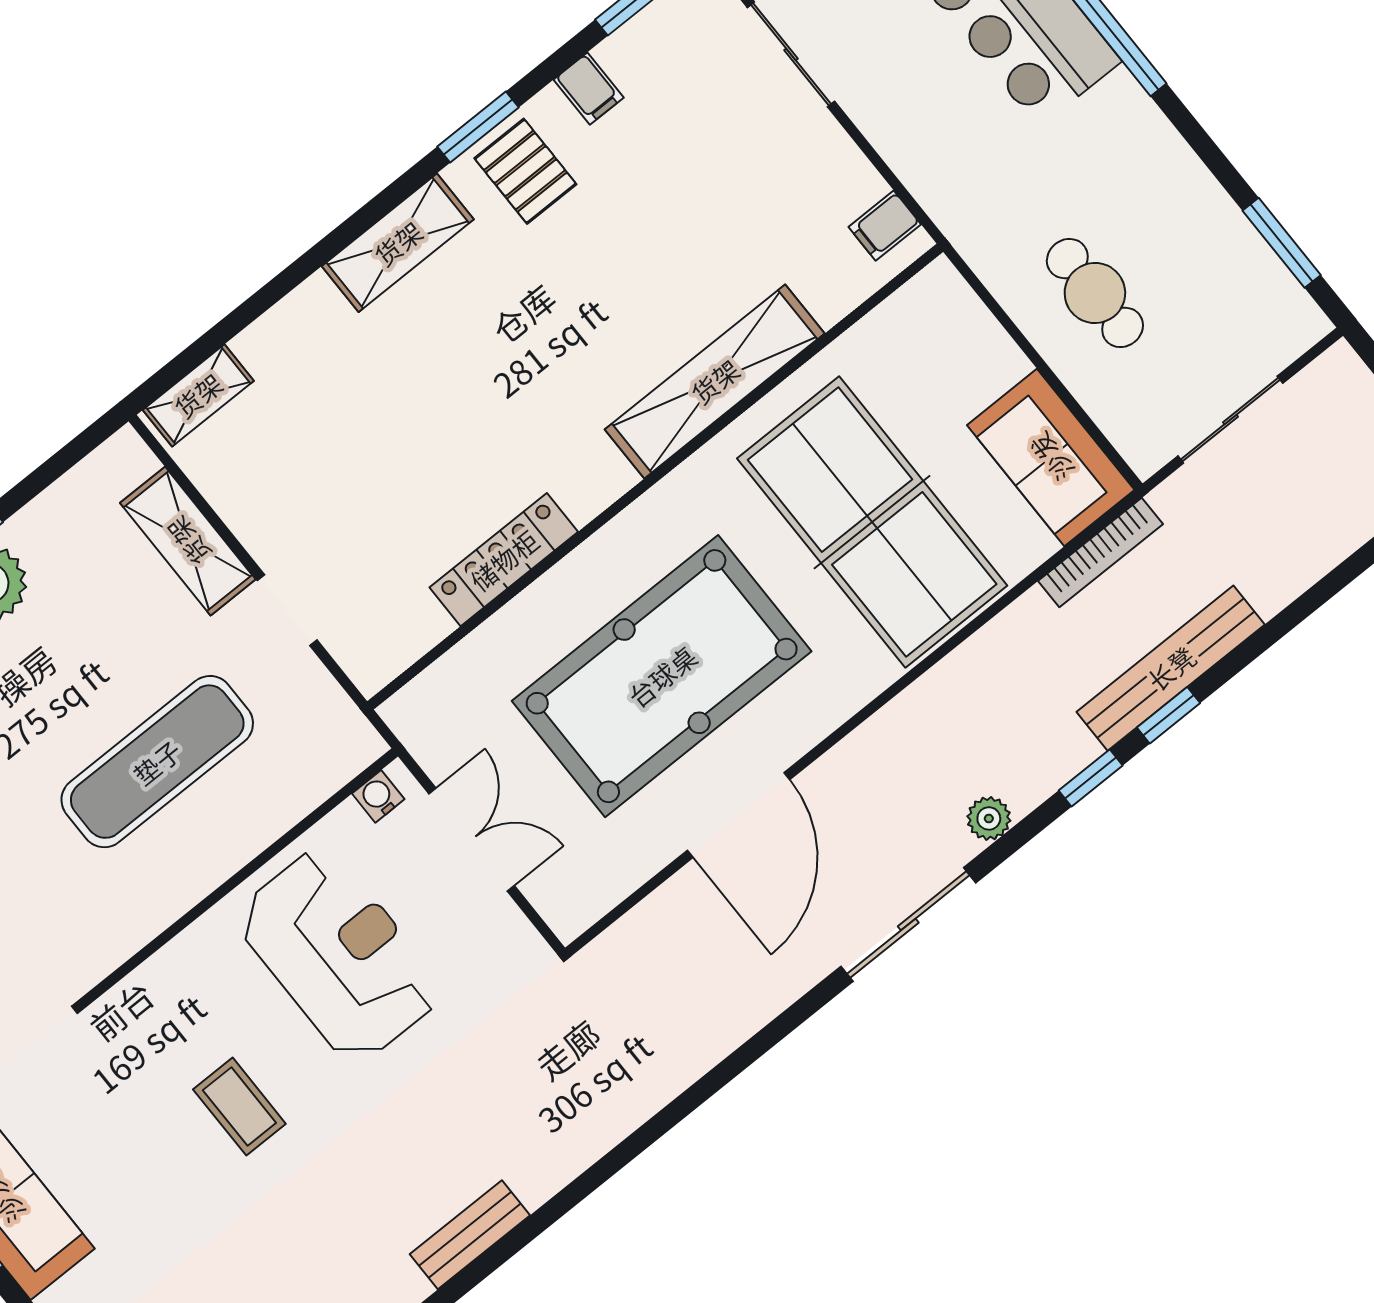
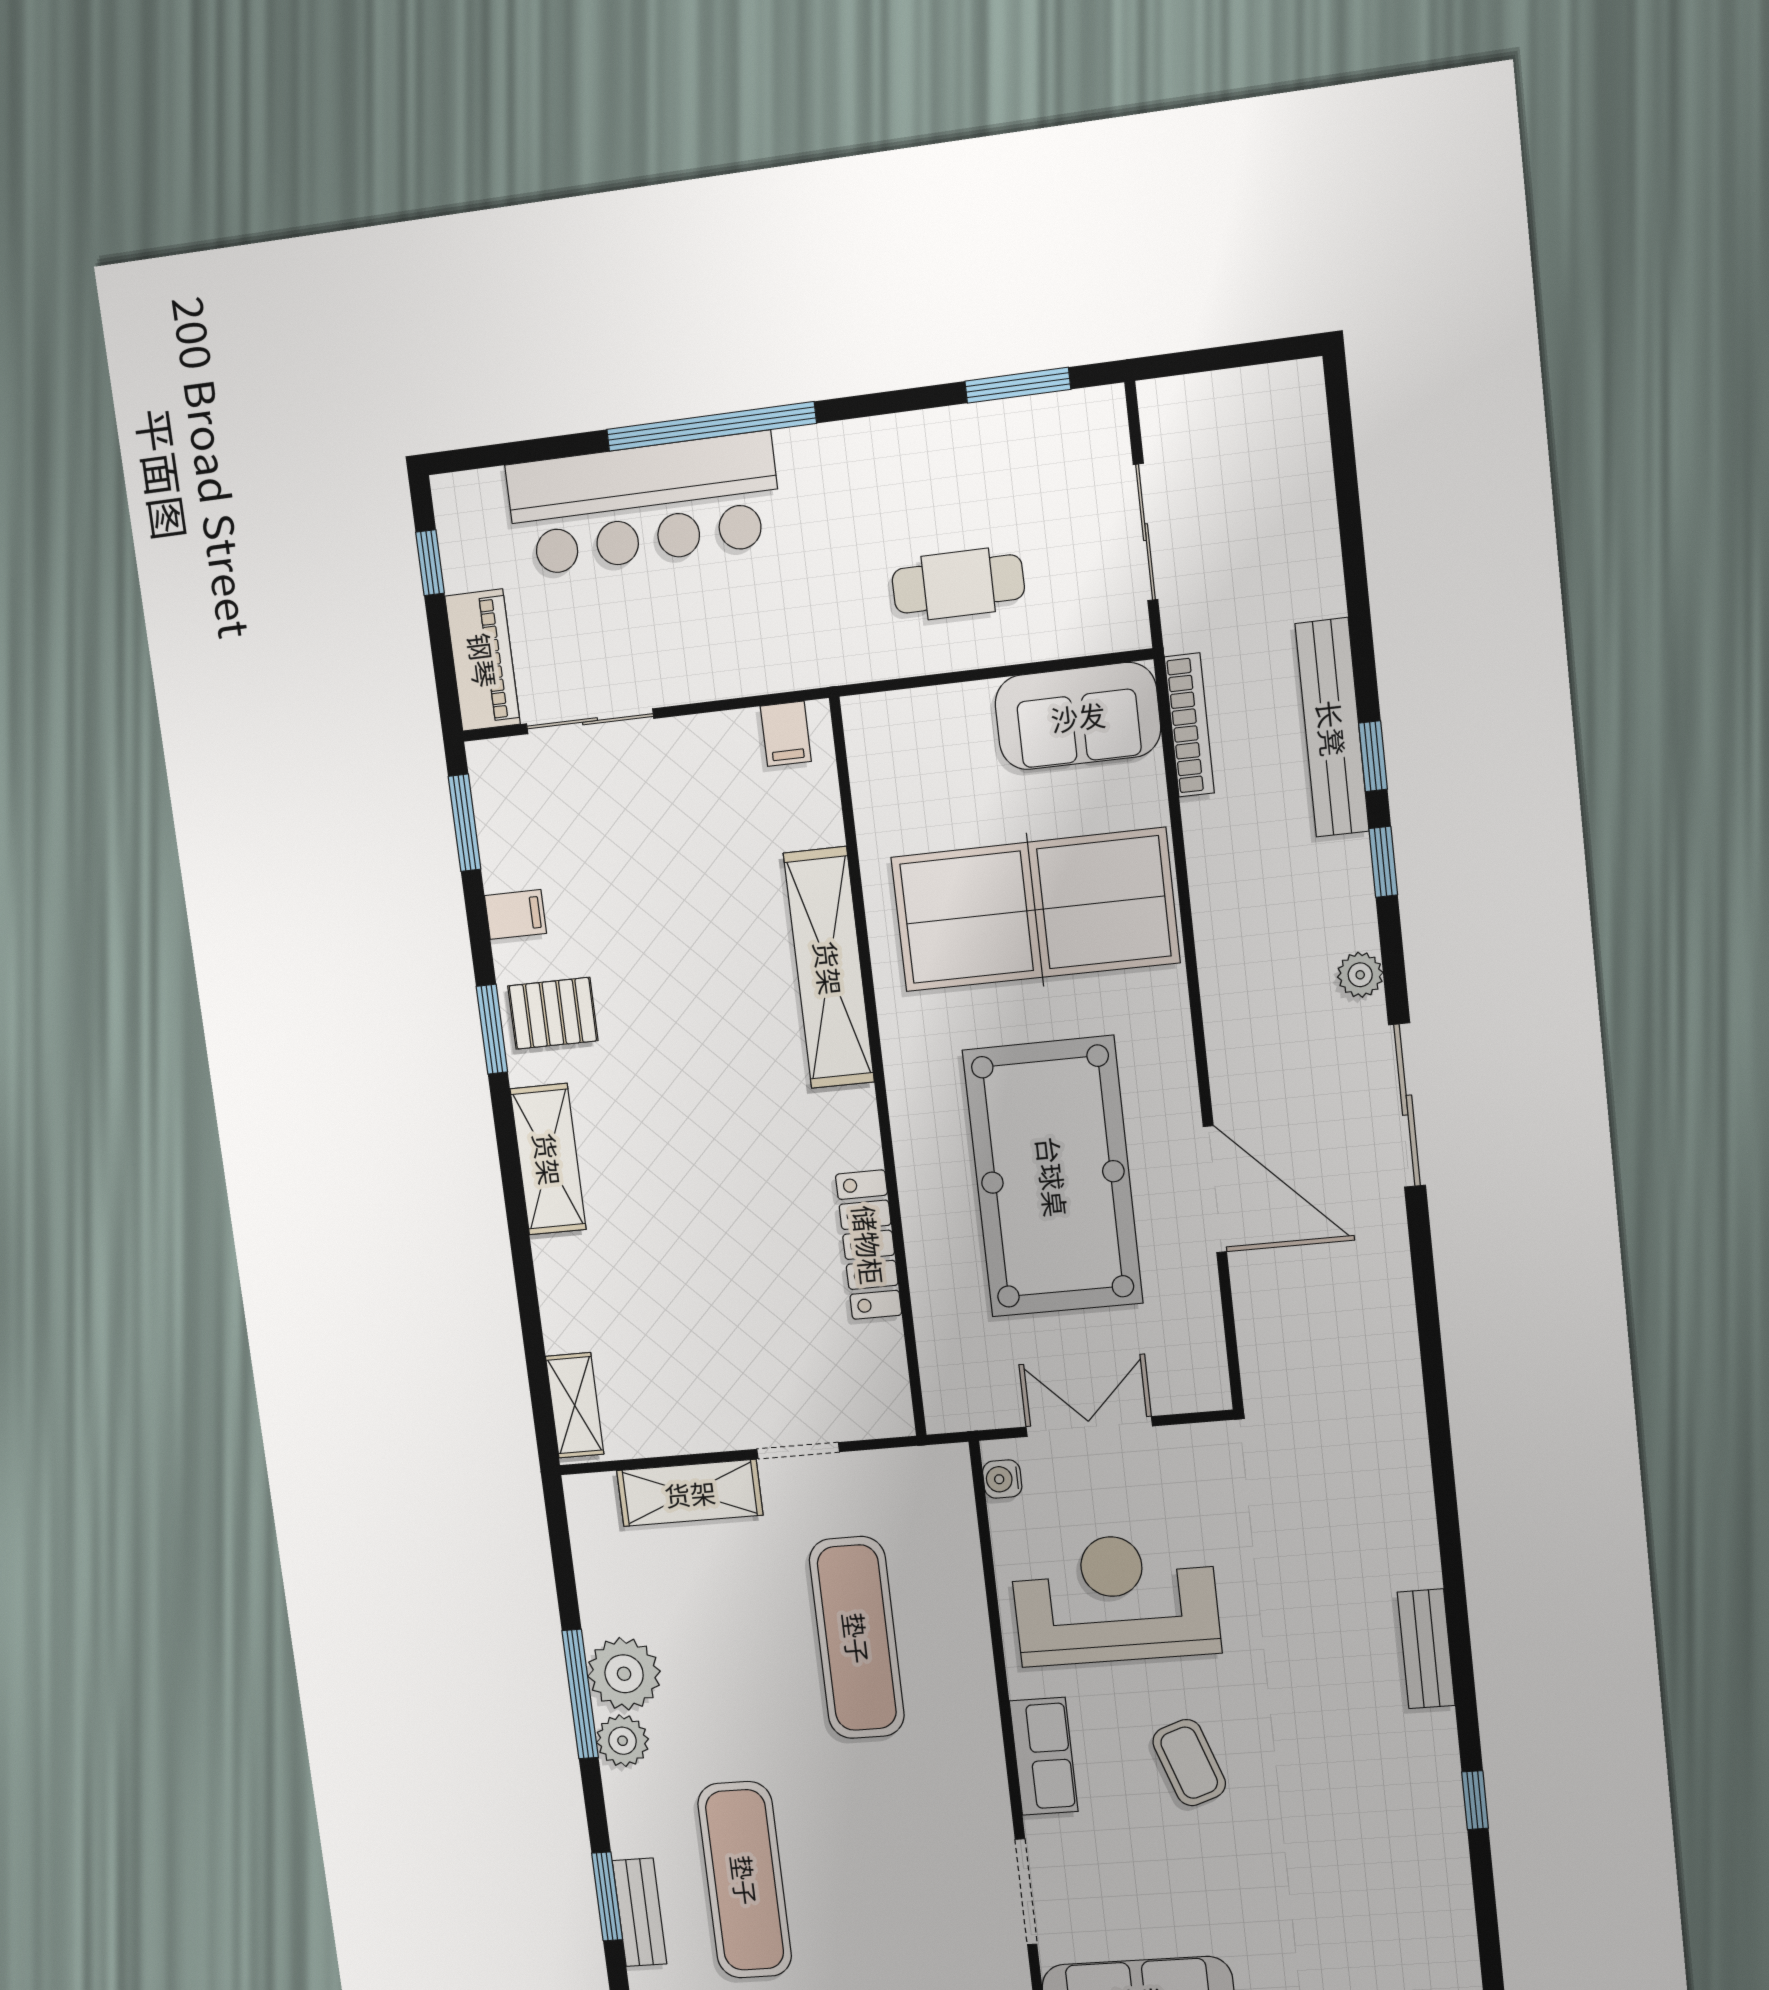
row of seats: (161, 983) -> (1044, 1756), added
coffee table: (239, 1107) -> (1189, 1763), turned 71

